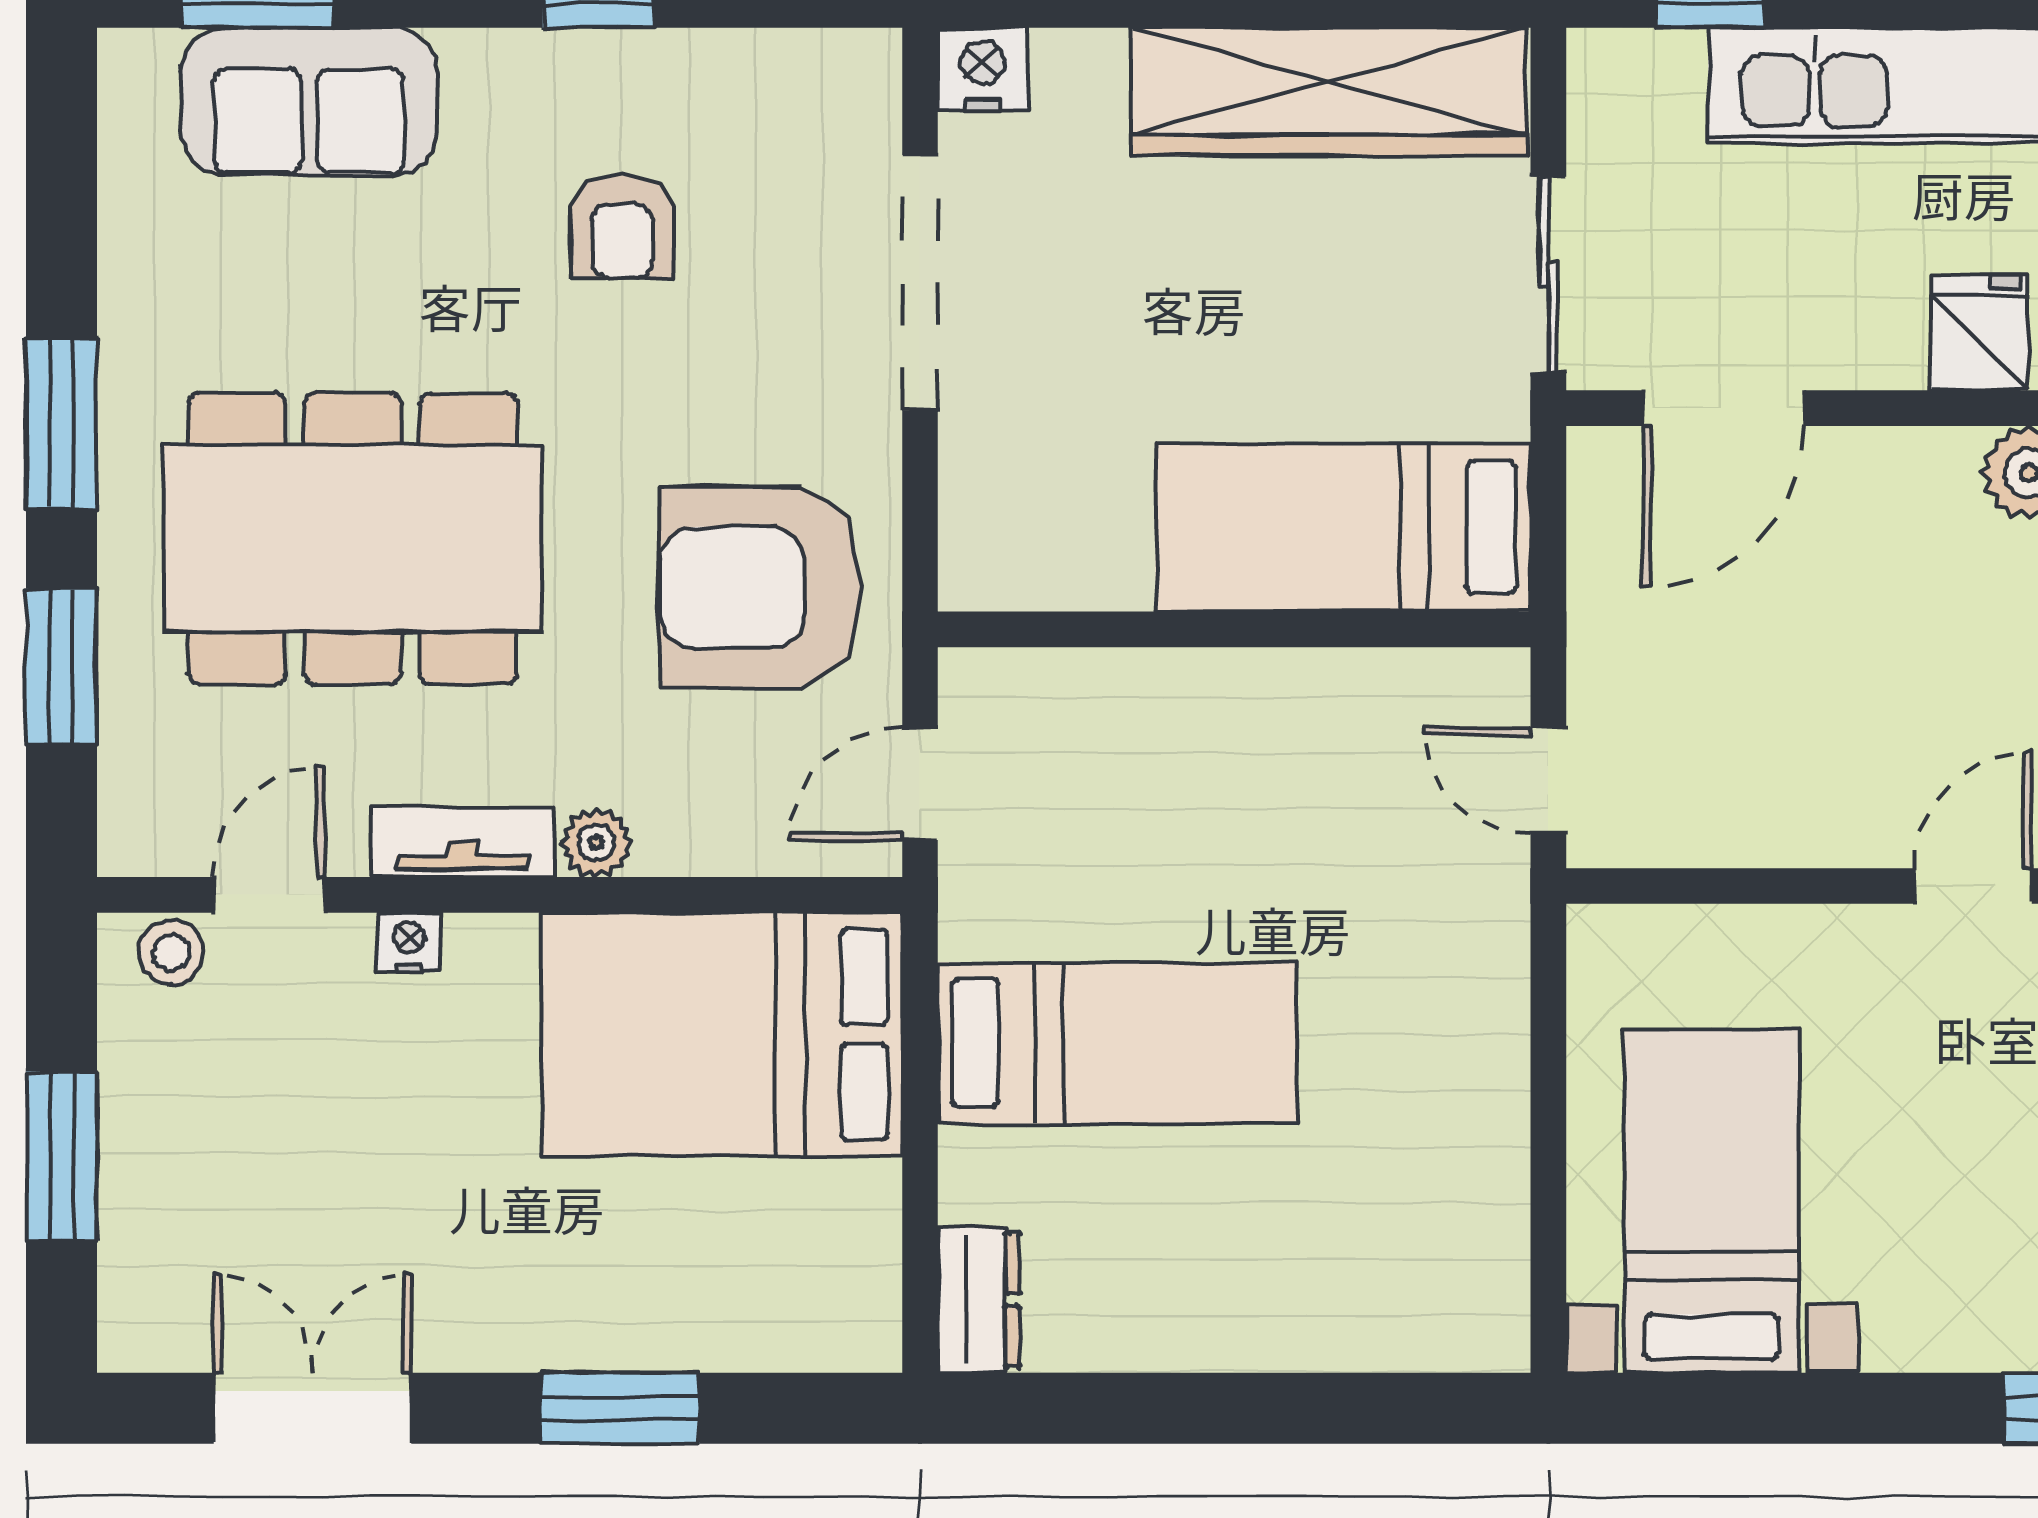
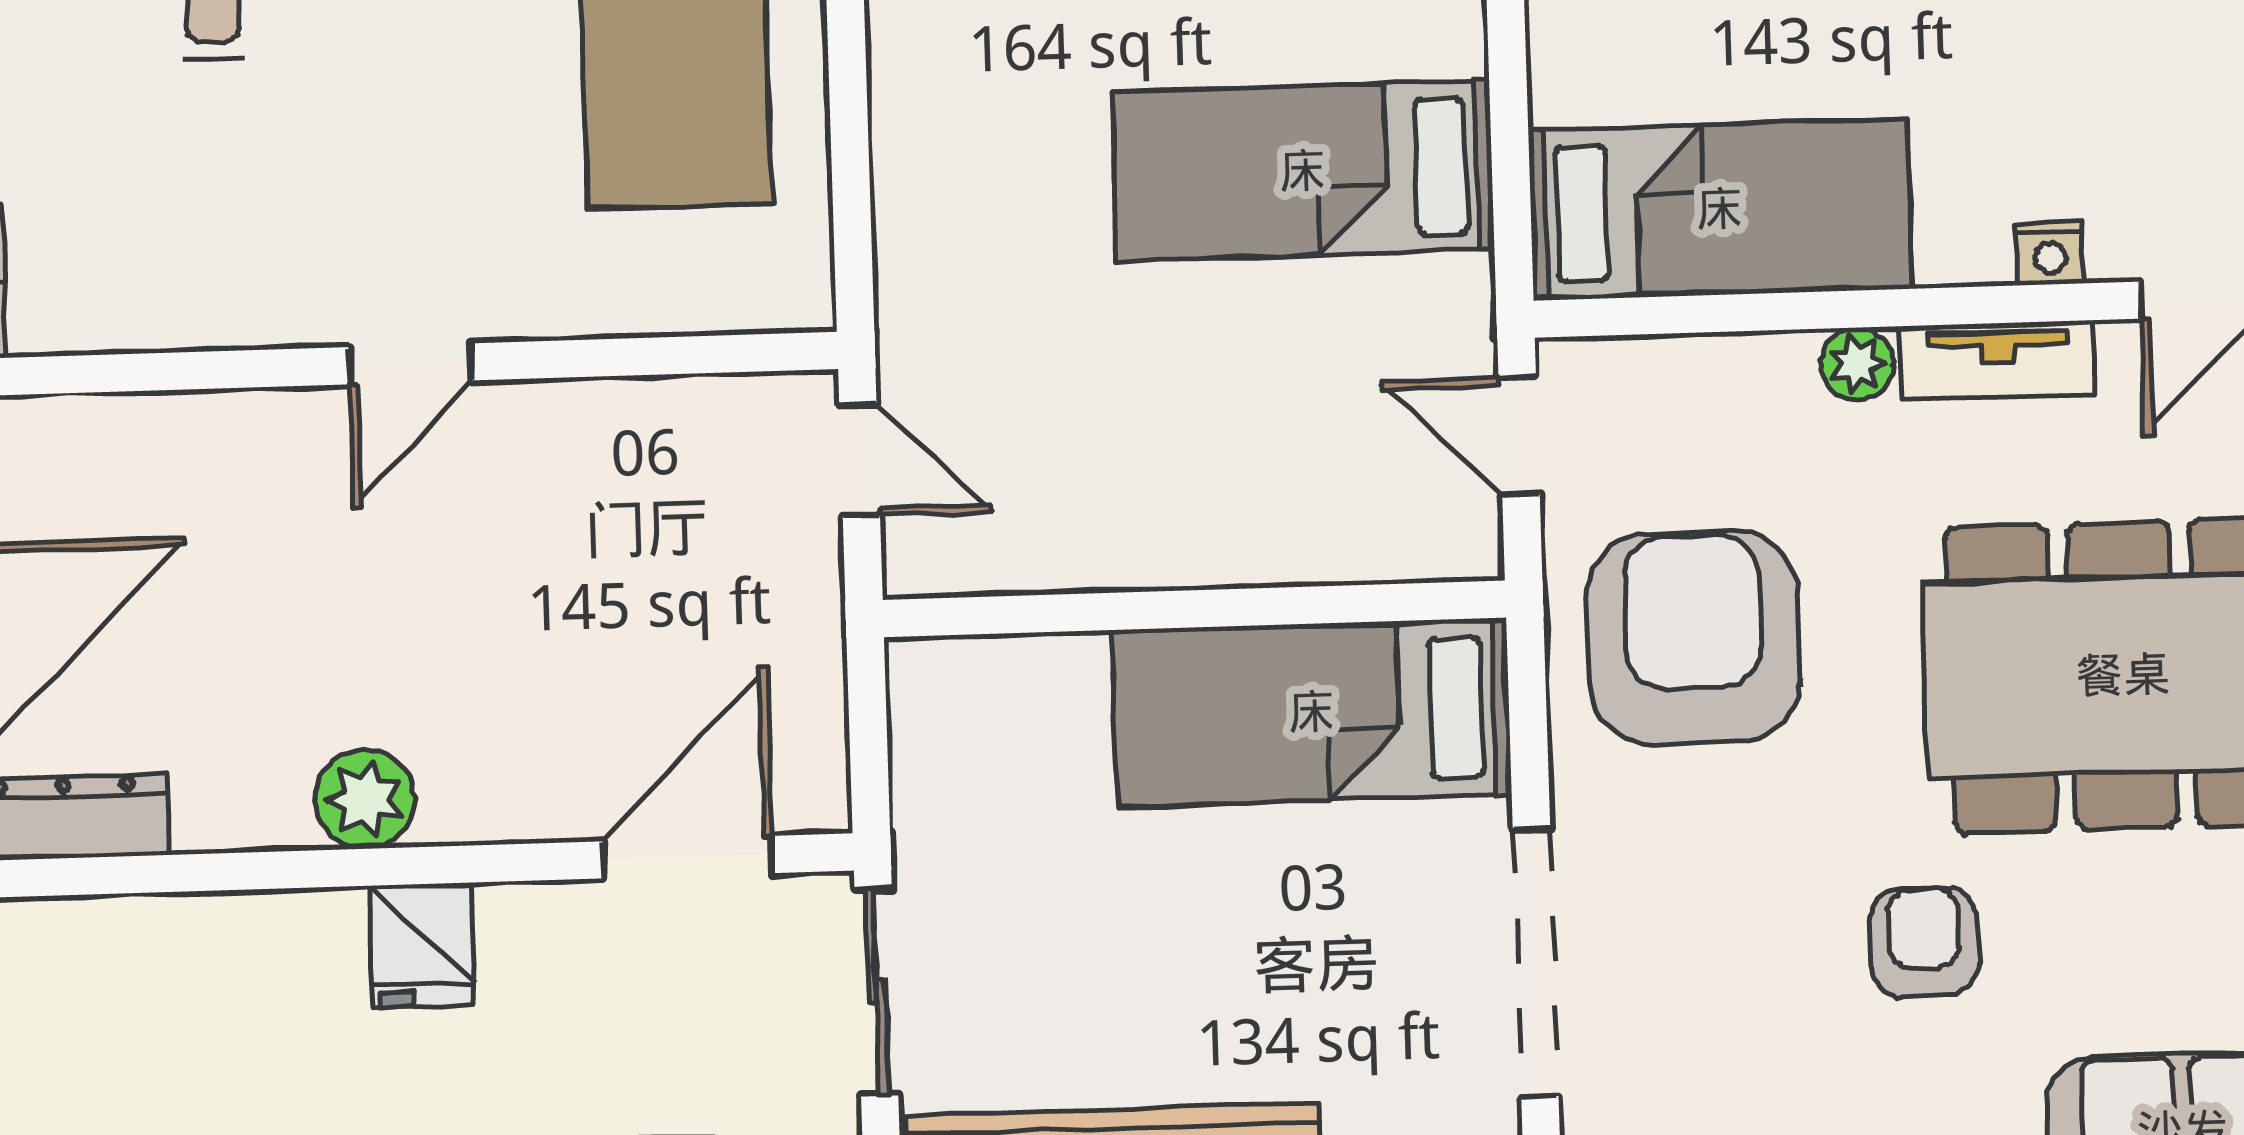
armchair: (622, 227) -> (1924, 942), moved
bed: (1343, 527) -> (1312, 712), moved, turned 180
armchair: (760, 587) -> (1693, 637), turned -90
door: (920, 784) -> (1519, 436), swing flipped
bed: (722, 1034) -> (1720, 209), width x0.67

